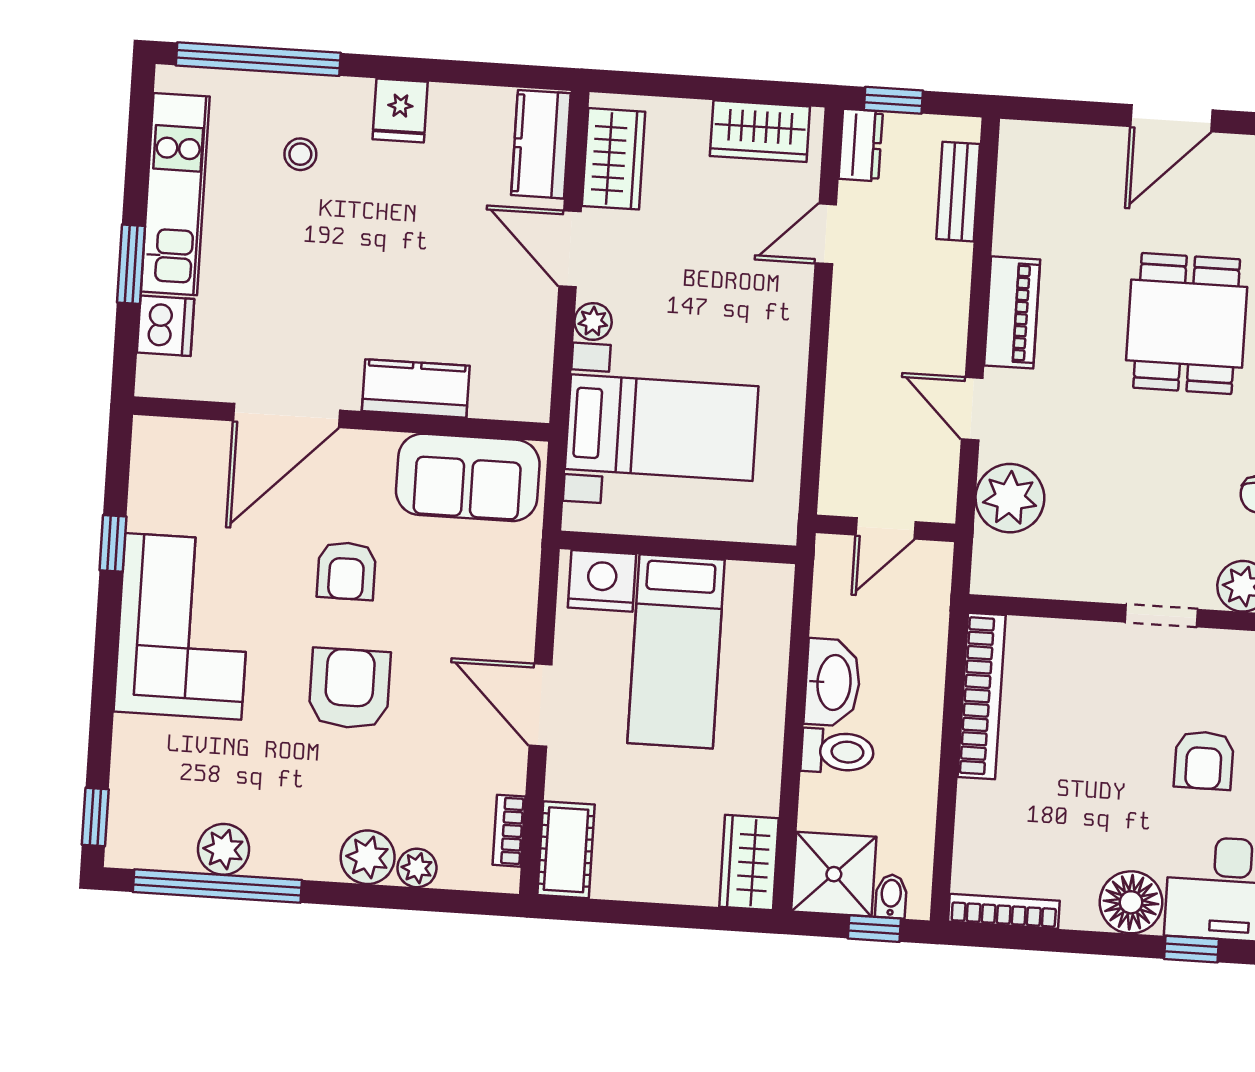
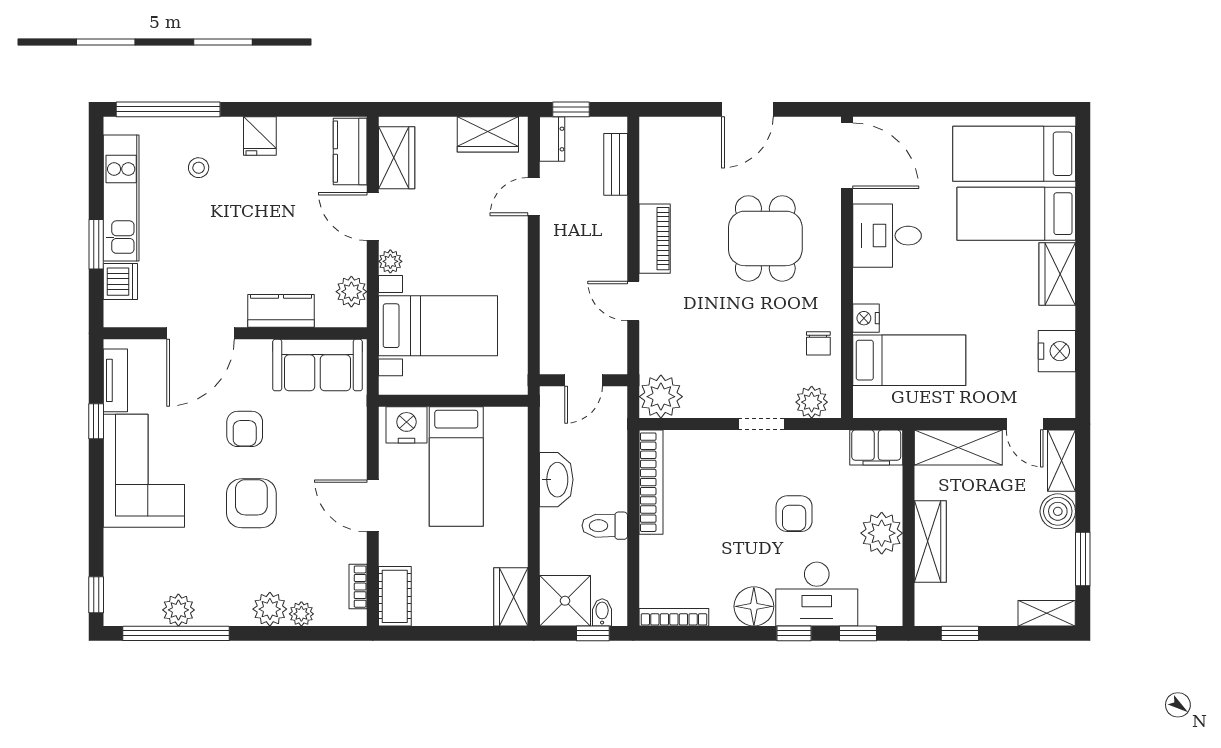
plant: (529, 365) -> (351, 292), added
tv unit: (148, 481) -> (115, 380), added
plant: (1010, 498) -> (661, 397), moved
toilet: (837, 751) -> (605, 526), moved, turned 180

